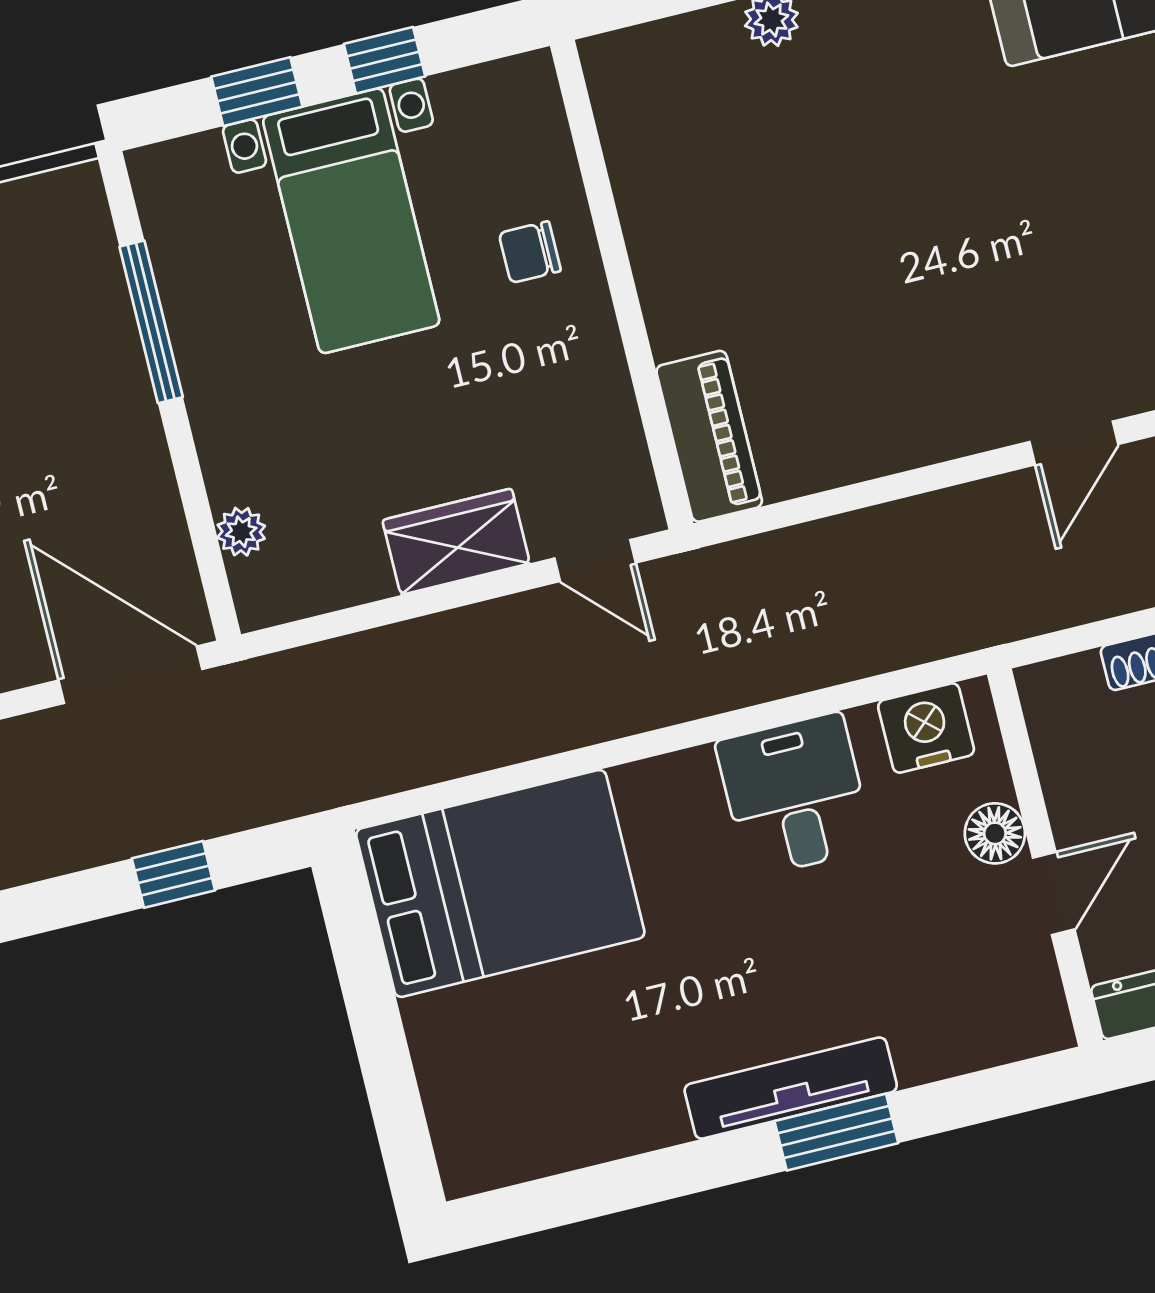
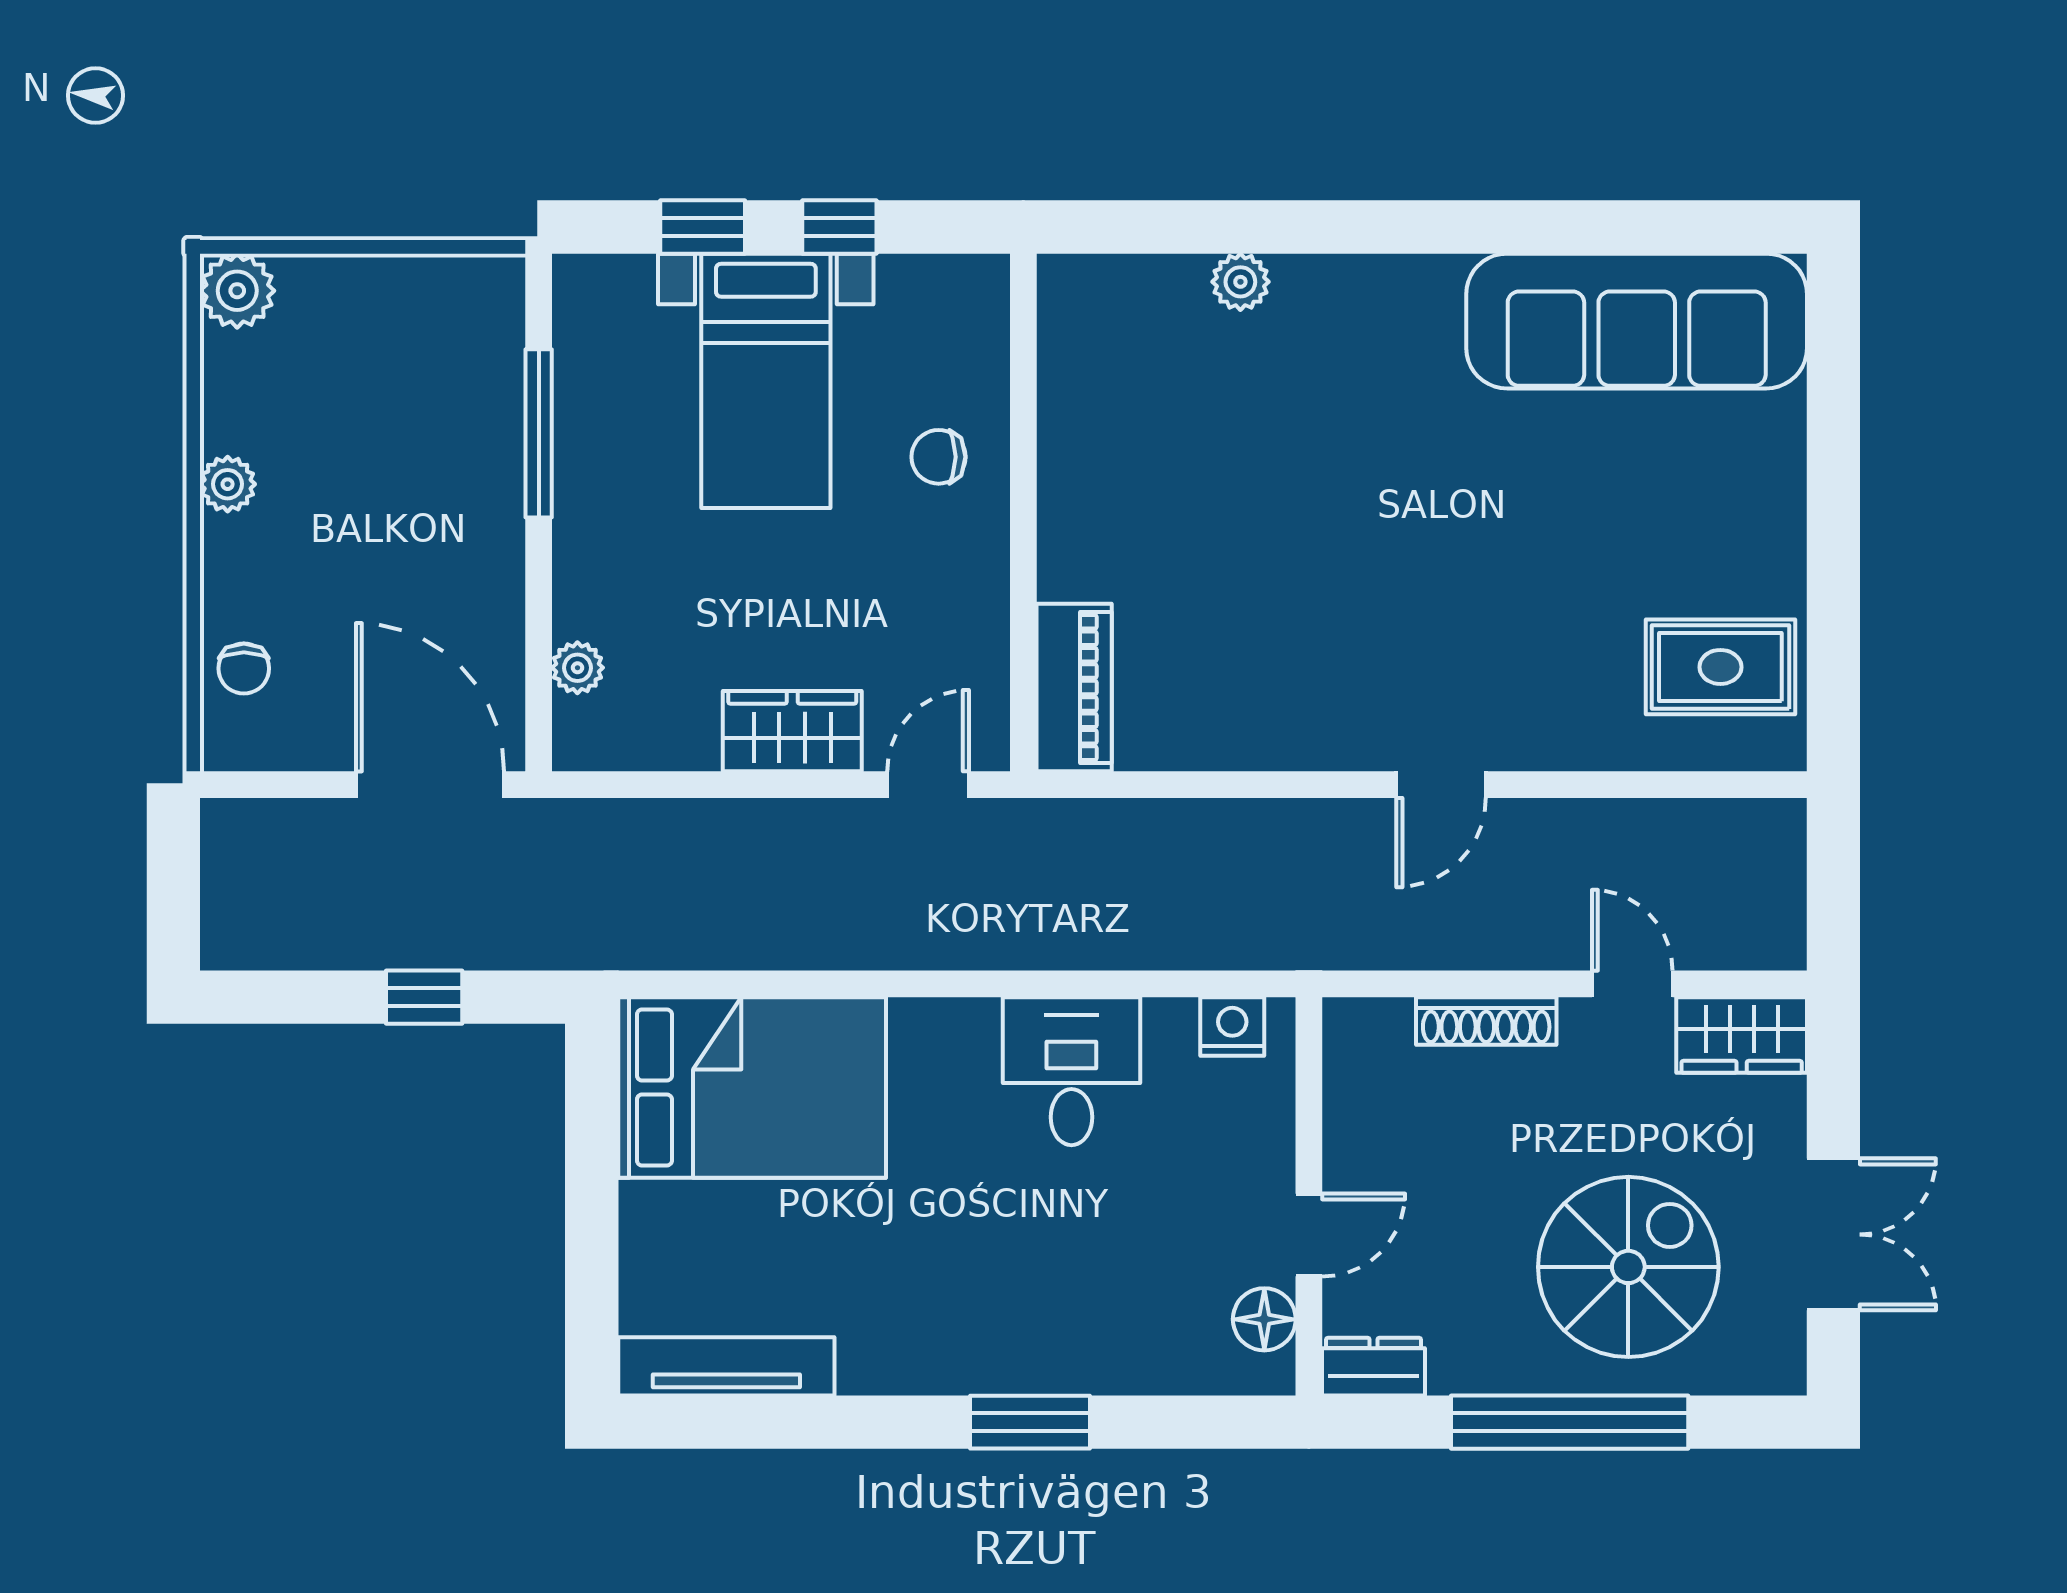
door: (595, 560) -> (928, 785), swing flipped
nightstand: (926, 728) -> (1232, 1026), width x0.74, depth x0.75
floor lamp: (995, 833) -> (1264, 1319), moved
tv unit: (791, 1088) -> (726, 1366), moved

